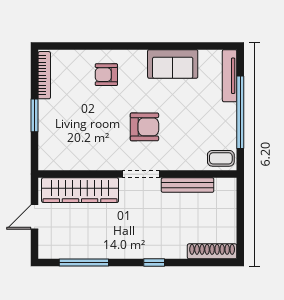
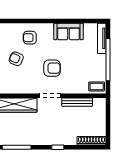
armchair: (83, 111) -> (16, 59), added

